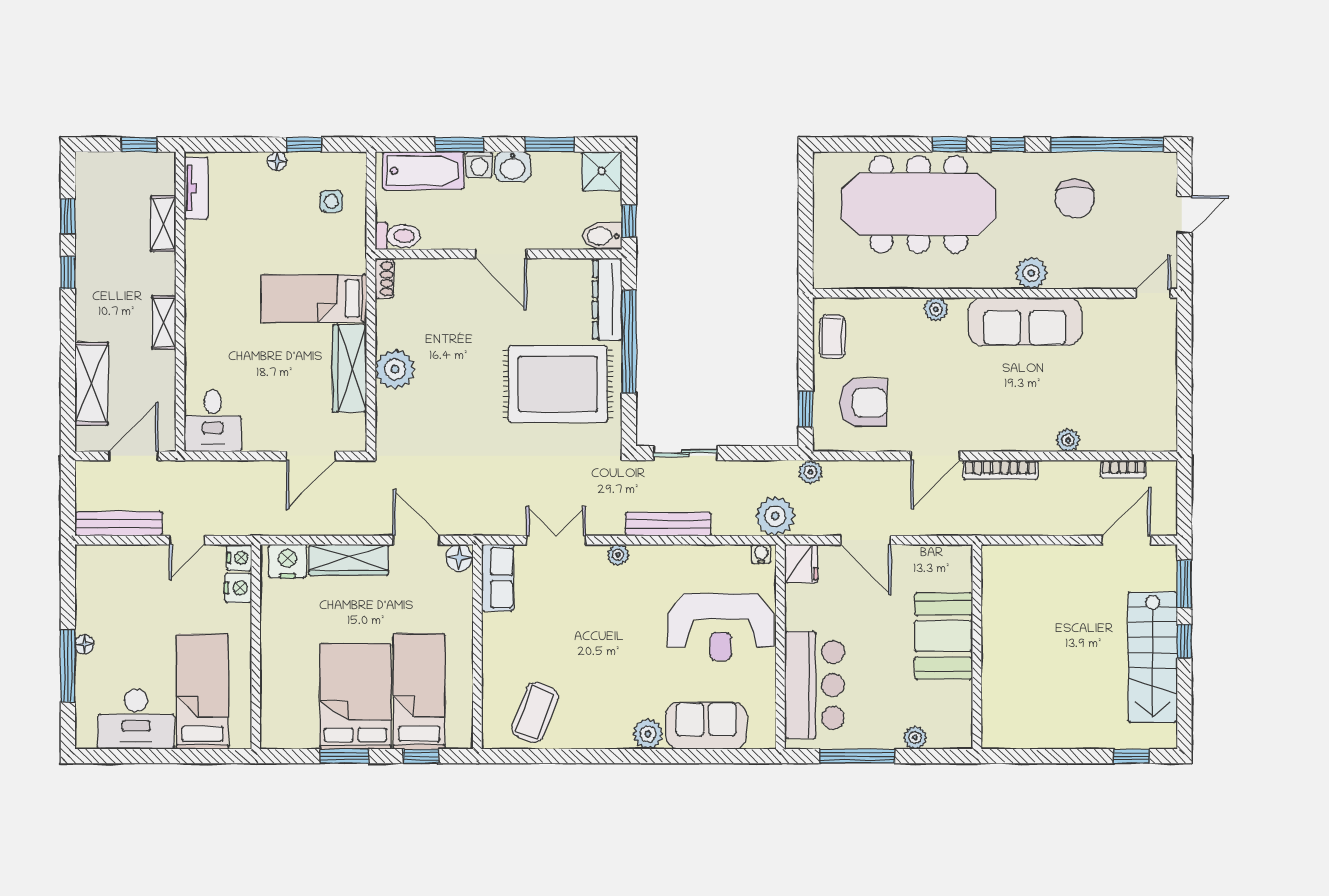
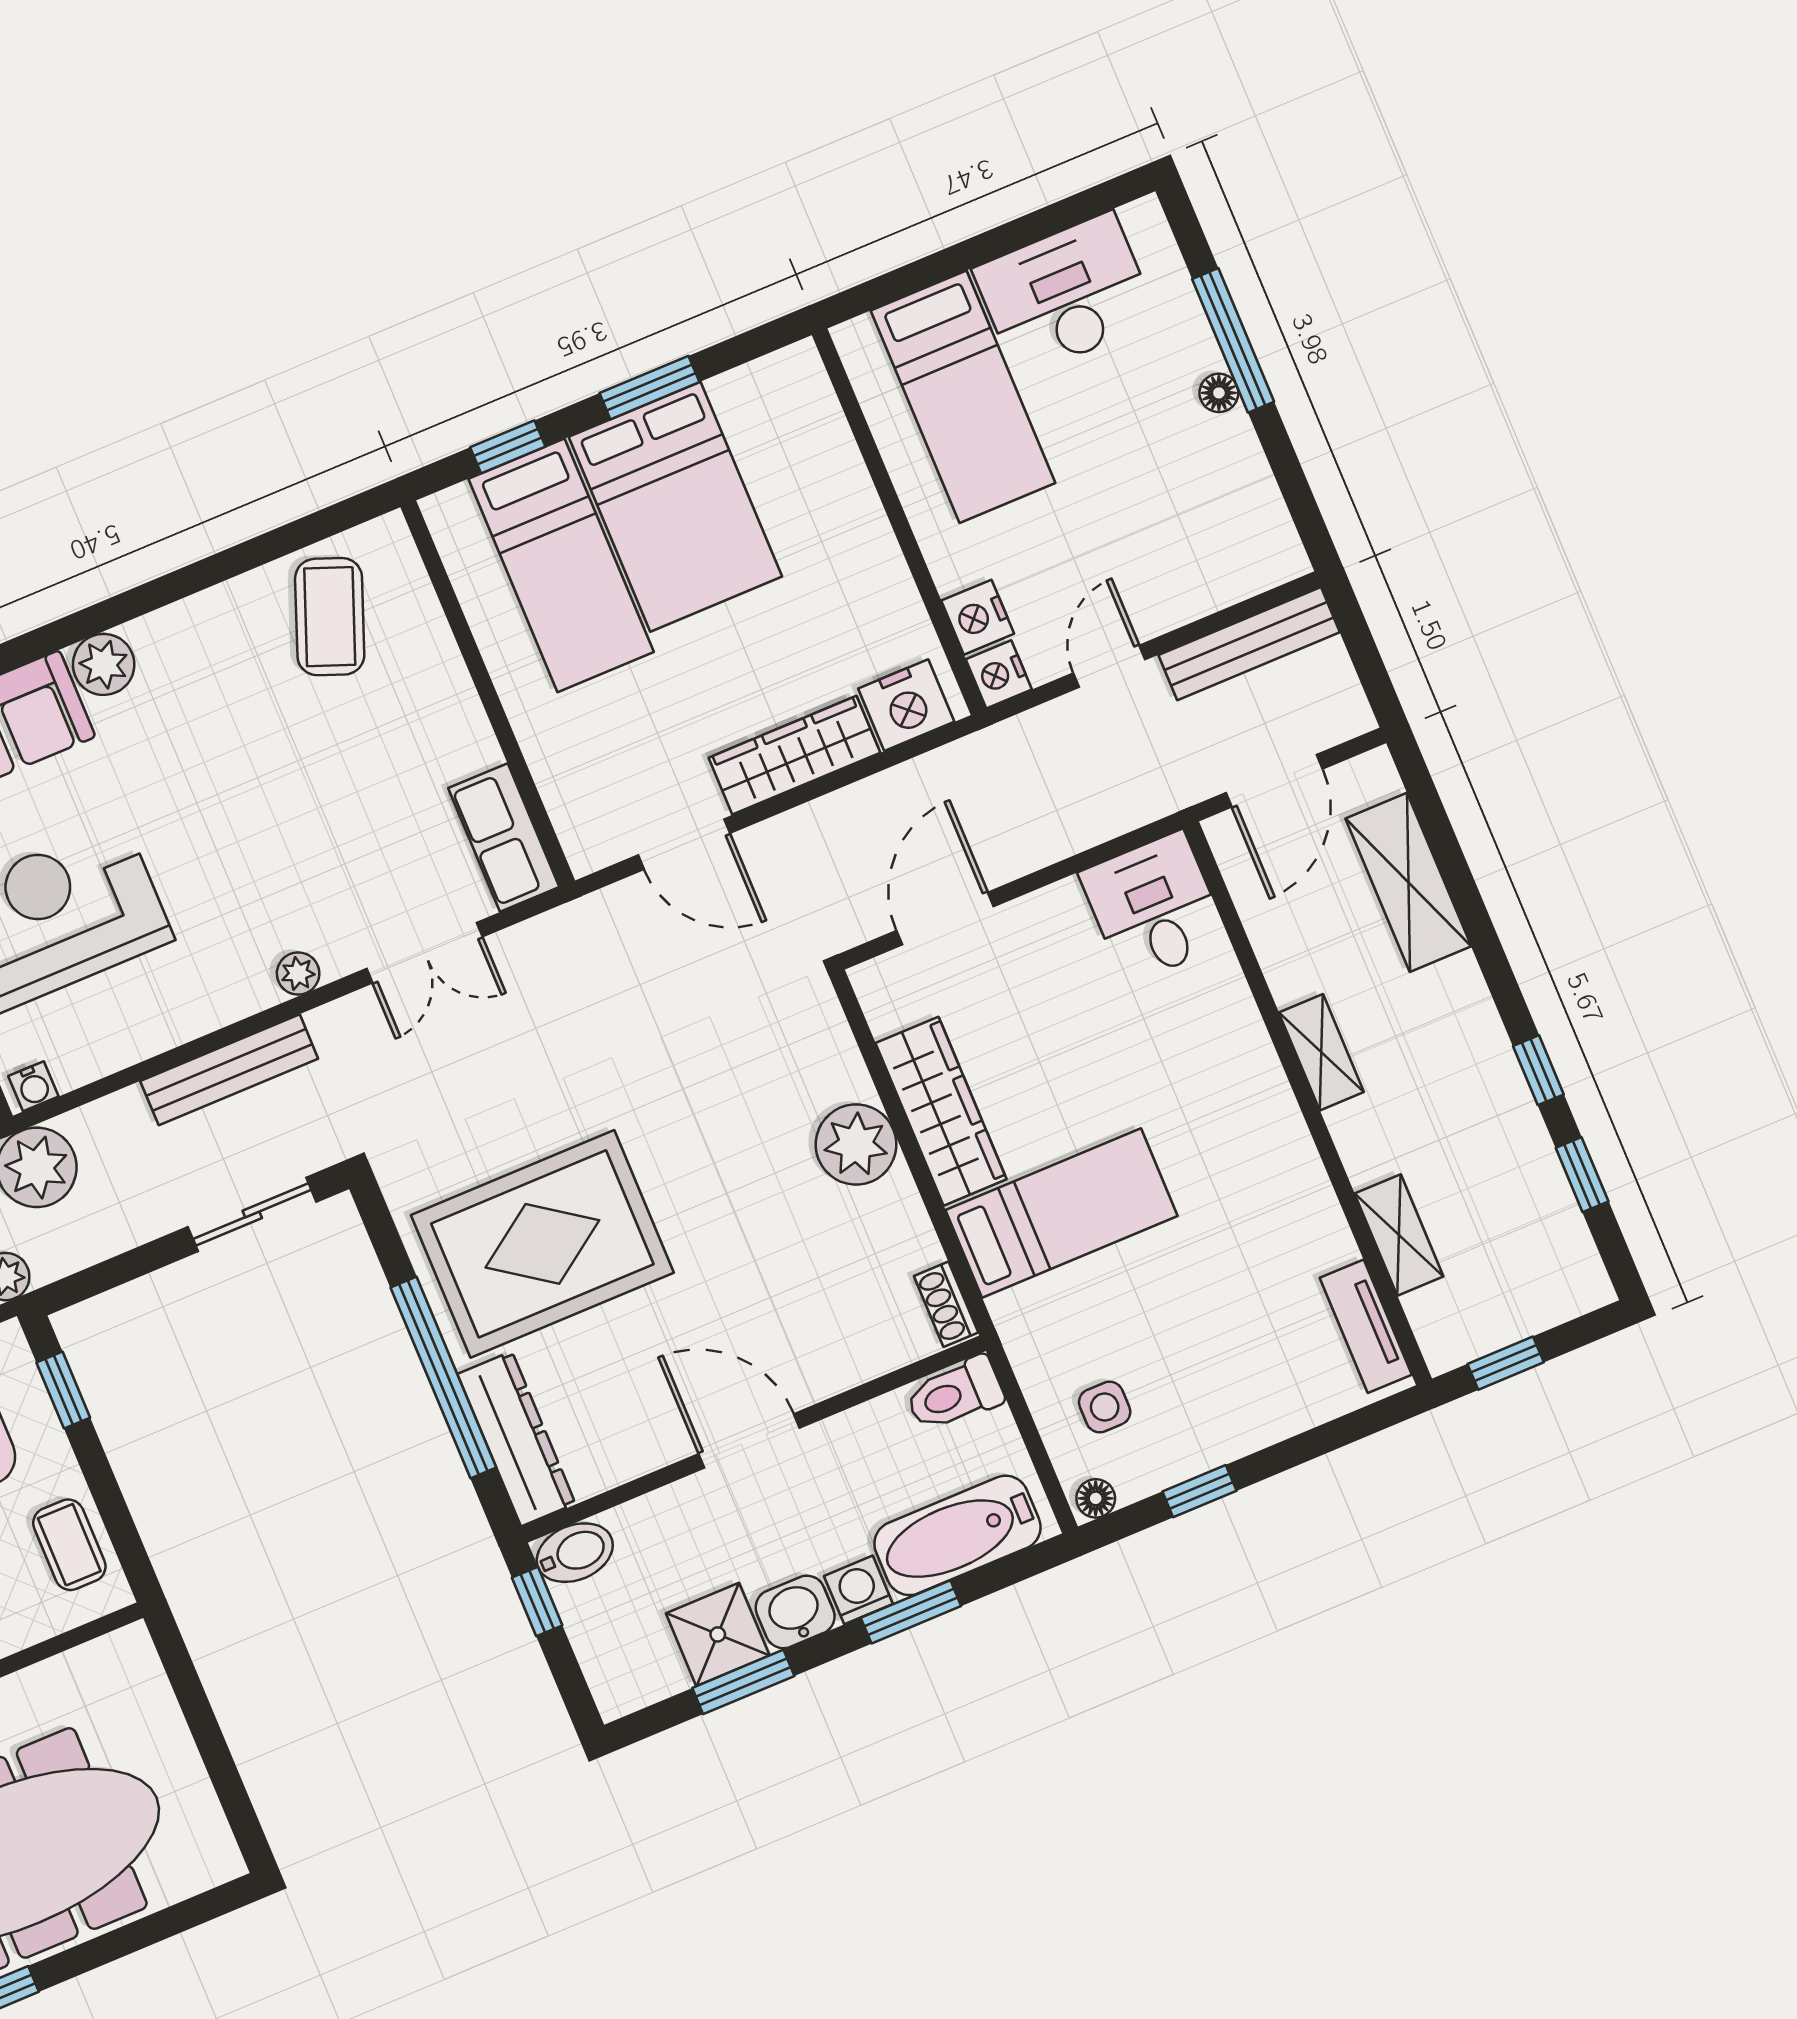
floor lamp: (277, 161) -> (1096, 1498), moved
shower: (602, 171) -> (718, 1634), moved
floor lamp: (459, 558) -> (591, 845), removed

